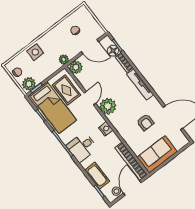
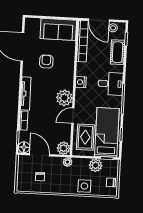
floor lamp: (113, 51) -> (24, 147), moved
plant: (29, 84) -> (96, 165), moved
door: (132, 188) -> (99, 20), hinge flipped

